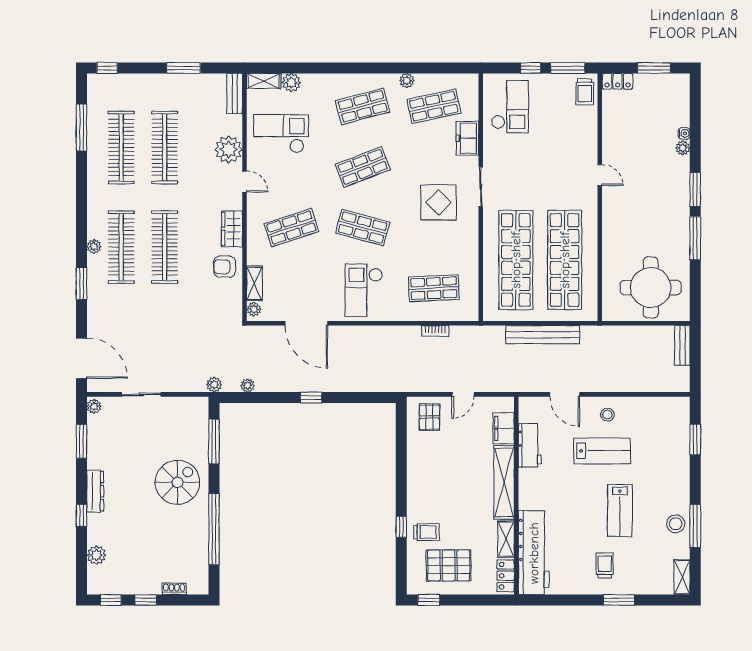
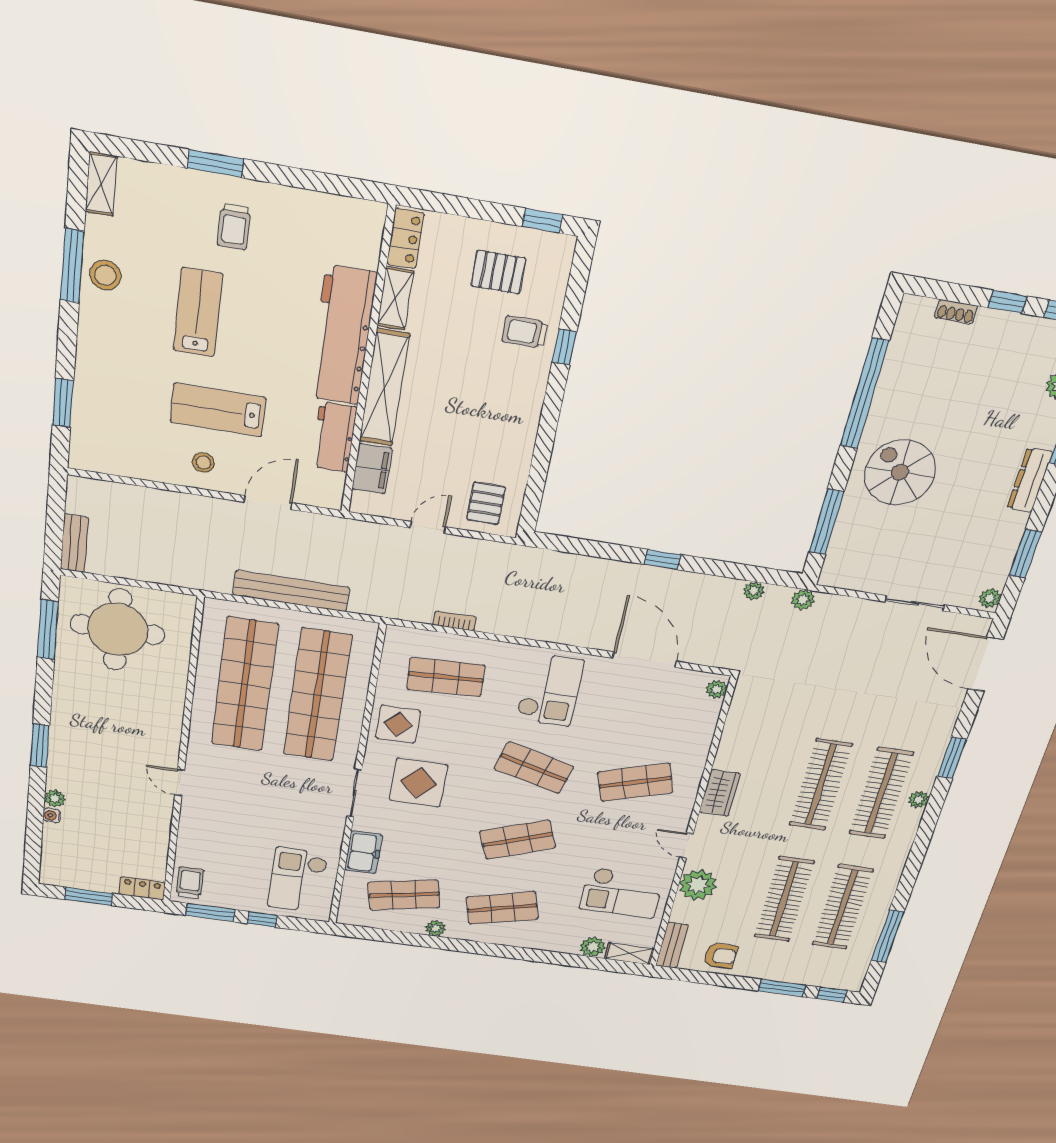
window: (183, 68) -> (782, 988), moved
window: (695, 238) -> (48, 630), moved
display table: (459, 247) -> (398, 724), added
armchair: (225, 267) -> (720, 956), moved
shelving: (254, 283) -> (707, 722), removed
door: (565, 394) -> (268, 503), hinge flipped
spiral stairs: (177, 482) -> (900, 472), turned 90
workbench: (534, 553) -> (342, 335), moved
pallet: (449, 565) -> (498, 272), width x0.67, depth x0.71

